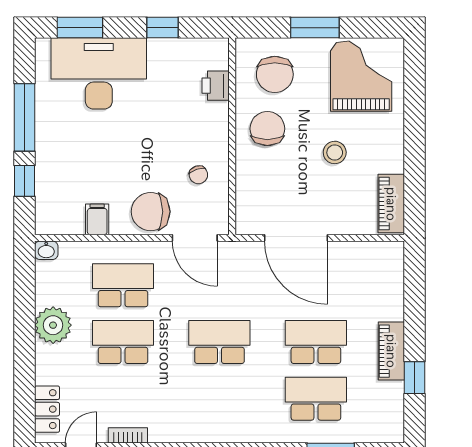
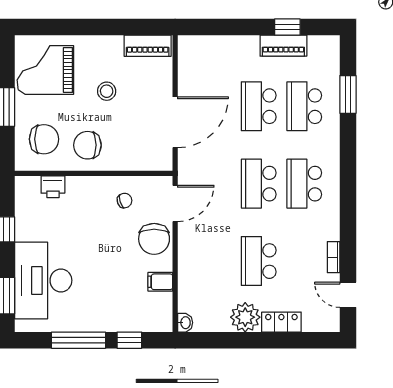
school desk: (123, 285) -> (304, 184), moved
piano: (391, 351) -> (283, 46), moved
locker: (47, 409) -> (281, 322), moved

